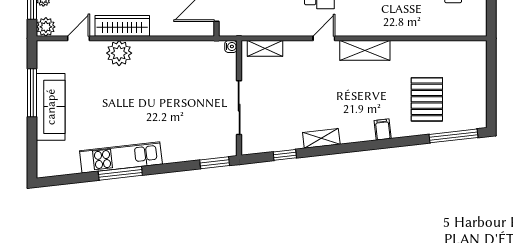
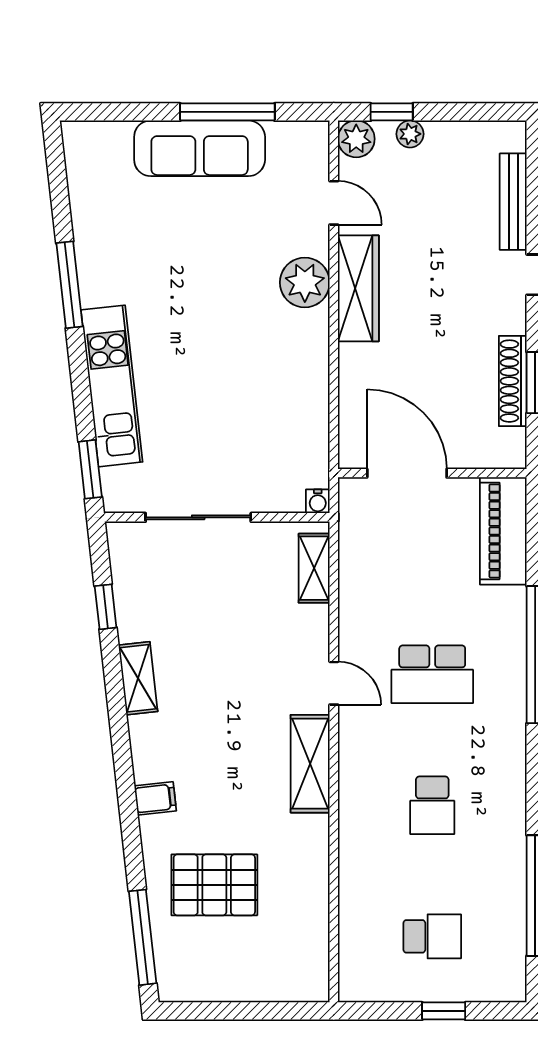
kitchen unit: (121, 157) -> (112, 386), moved

